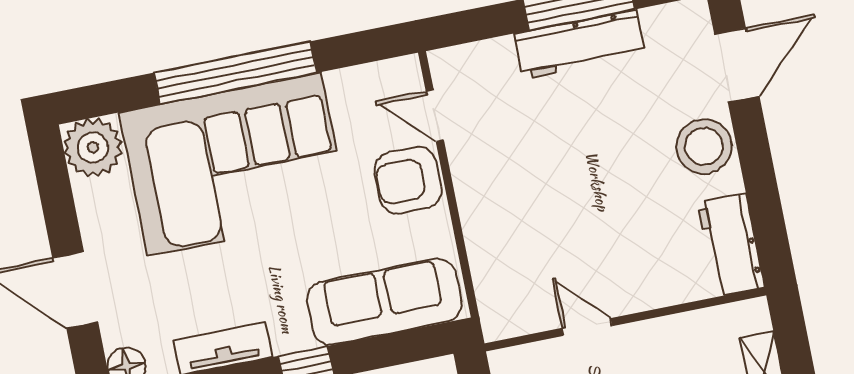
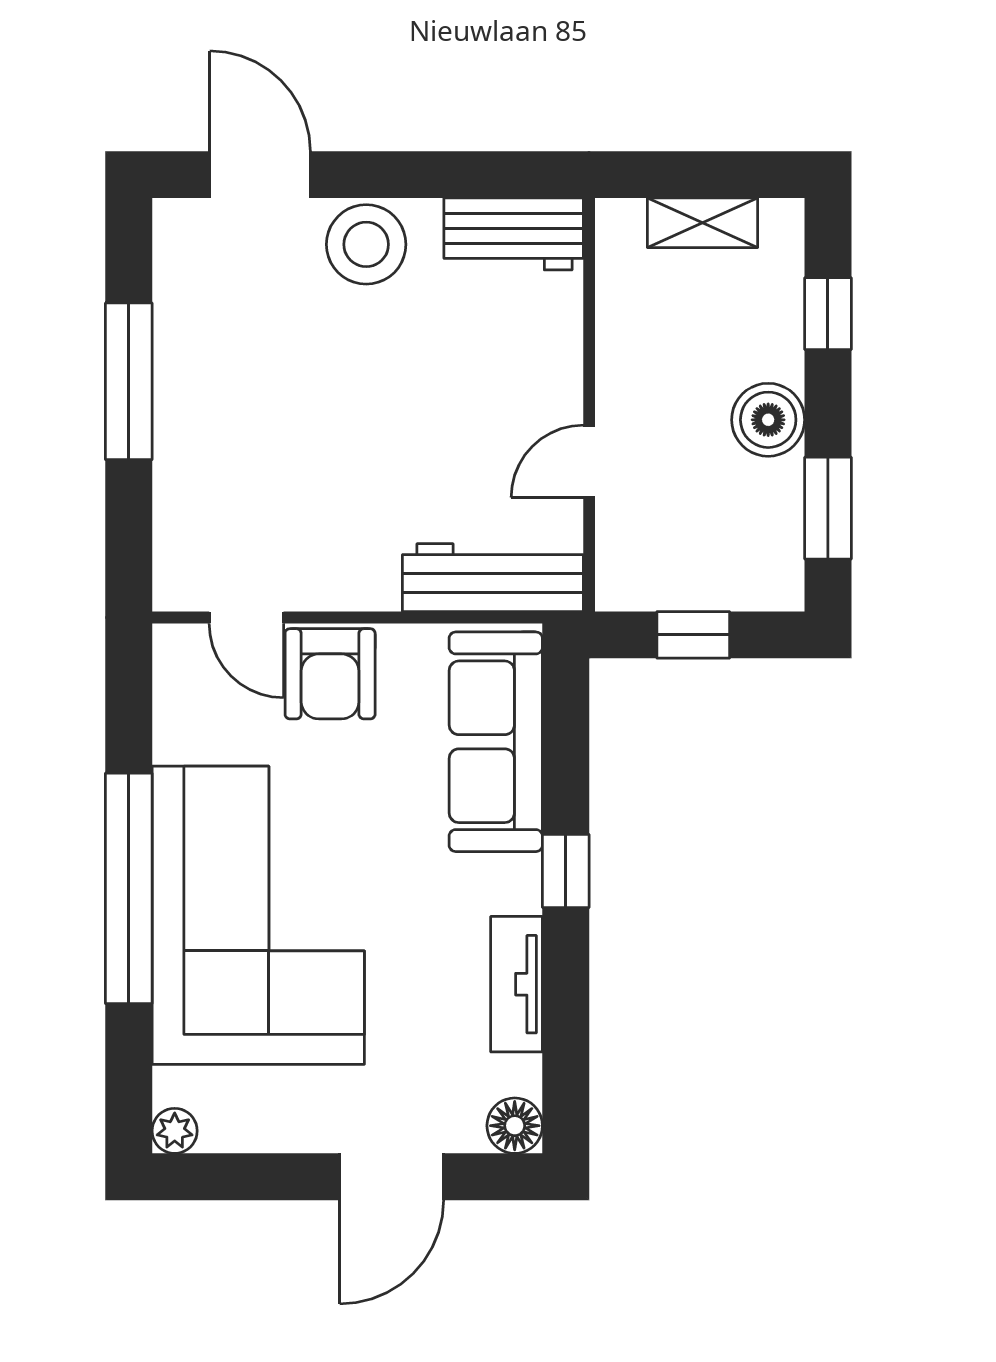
workbench: (580, 44) -> (493, 578), moved, turned -90
door: (435, 116) -> (246, 617), hinge flipped
plant: (93, 147) -> (175, 1131), width x0.53, depth x0.53

